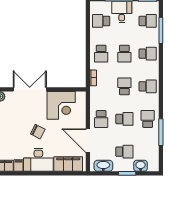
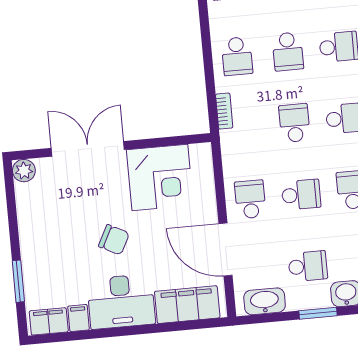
school desk: (101, 119) -> (250, 199), turned 180

